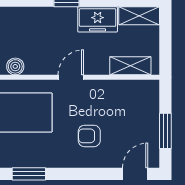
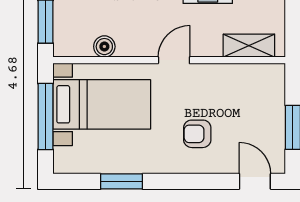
door: (135, 174) -> (255, 181), hinge flipped

